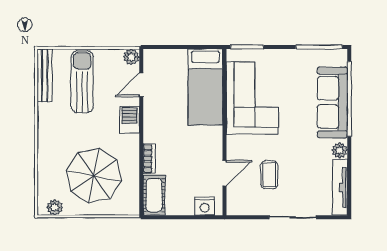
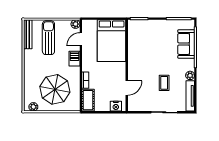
bed: (205, 87) -> (112, 41), width x1.50
corner sofa: (252, 98) -> (142, 47), removed
sofa: (332, 102) -> (186, 44), width x0.73
coffee table: (269, 175) -> (164, 83), moved

